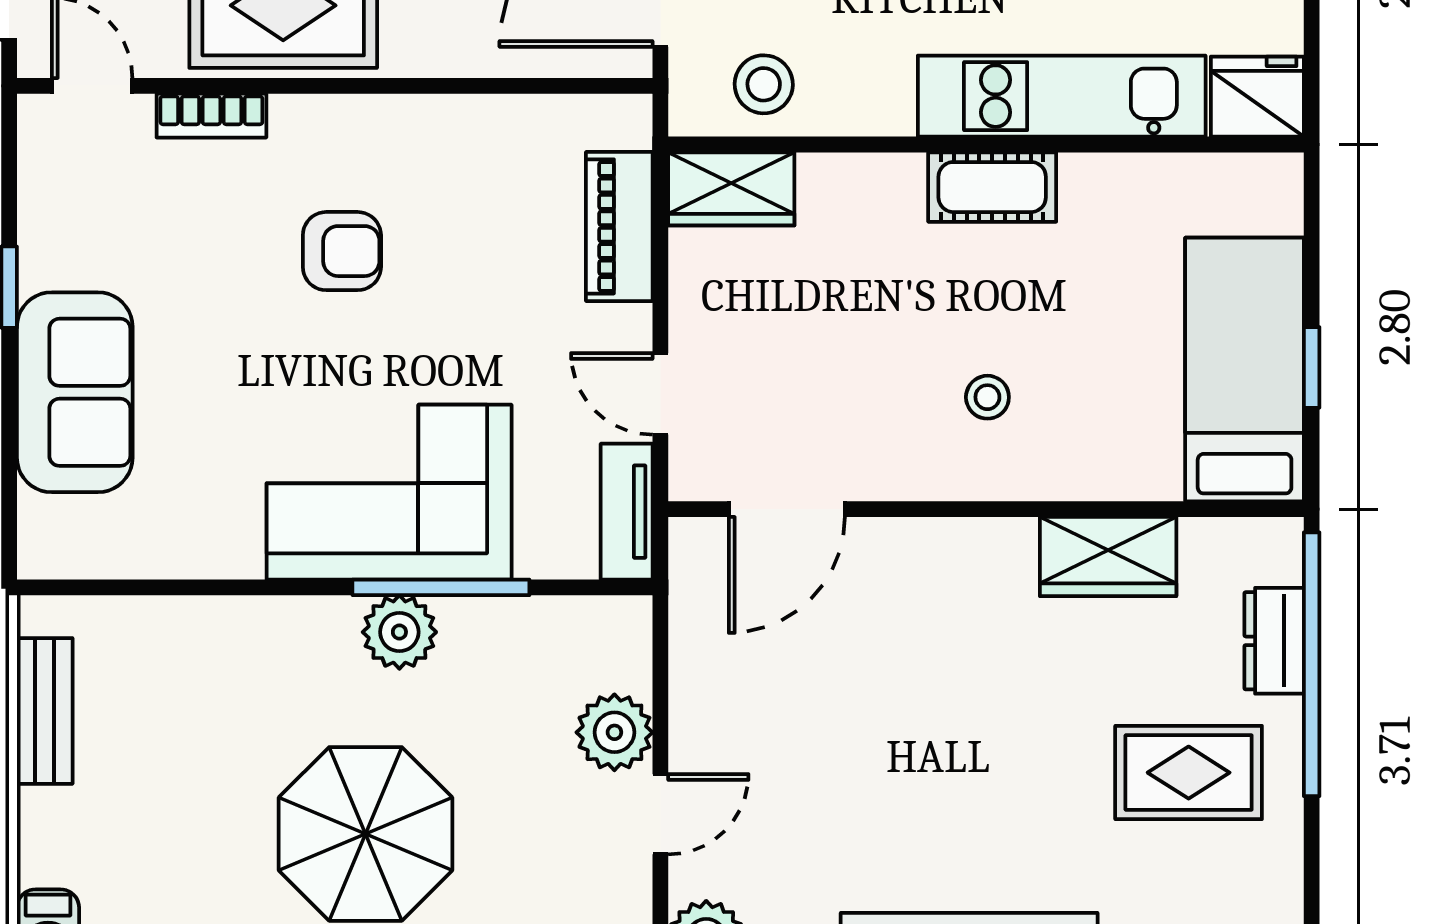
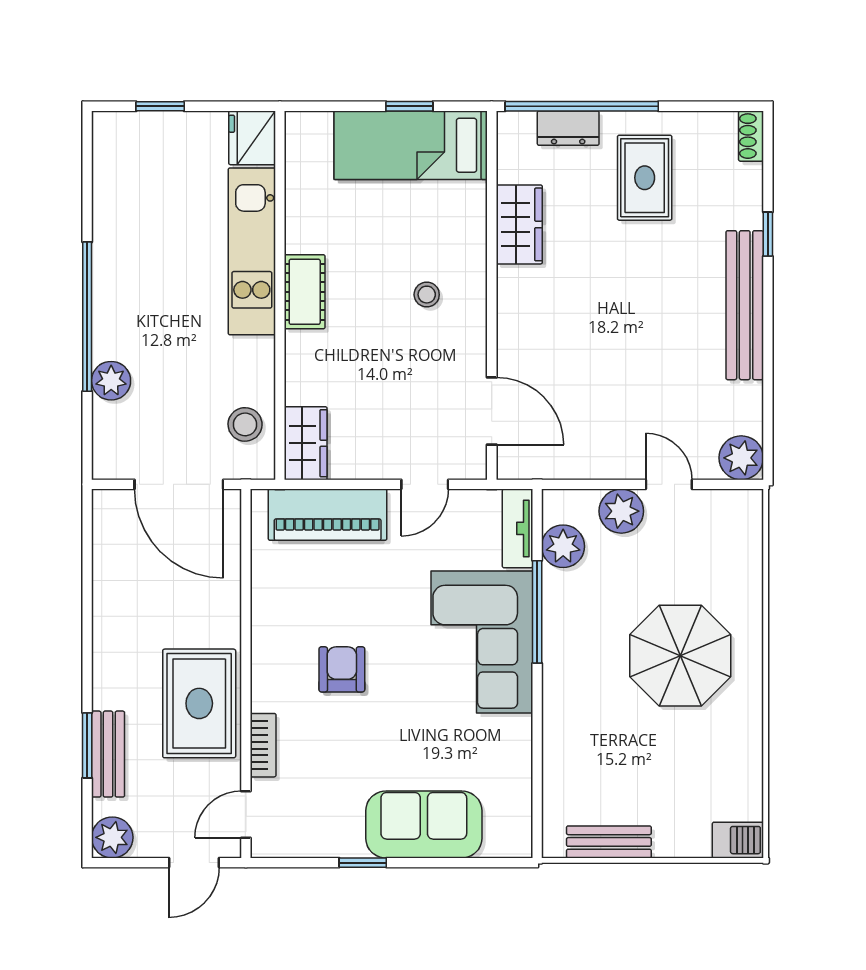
piano: (619, 226) -> (328, 515), width x1.37, depth x1.33
tv unit: (627, 512) -> (518, 528), moved, turned 90
plant: (399, 632) -> (563, 546), moved

